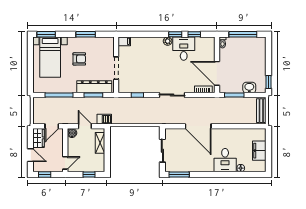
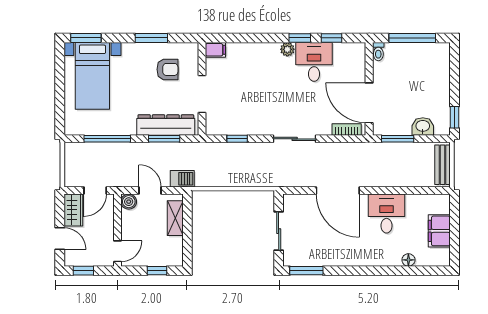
armchair: (79, 59) -> (167, 69), moved
desk: (225, 160) -> (386, 214), moved, turned 180

